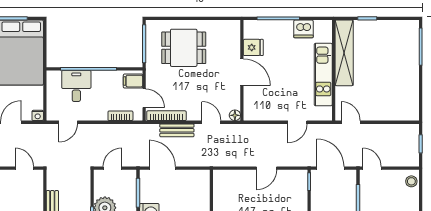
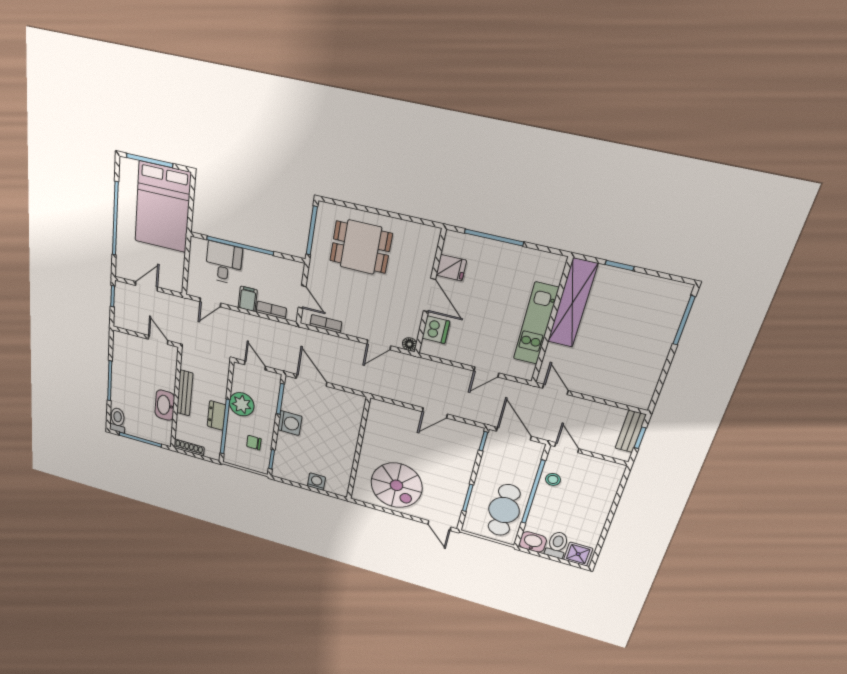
dishwasher: (303, 29) -> (436, 330), moved, turned -90
filing cabinet: (133, 81) -> (248, 299), moved, turned 90
nightstand: (38, 115) -> (177, 286), removed
bookcase: (166, 116) -> (326, 324), width x0.64
door: (211, 122) -> (379, 345), swing flipped
bench: (177, 130) -> (631, 431), moved, turned 90
door: (112, 168) -> (255, 365), hinge flipped
stool: (411, 181) -> (553, 479), moved

